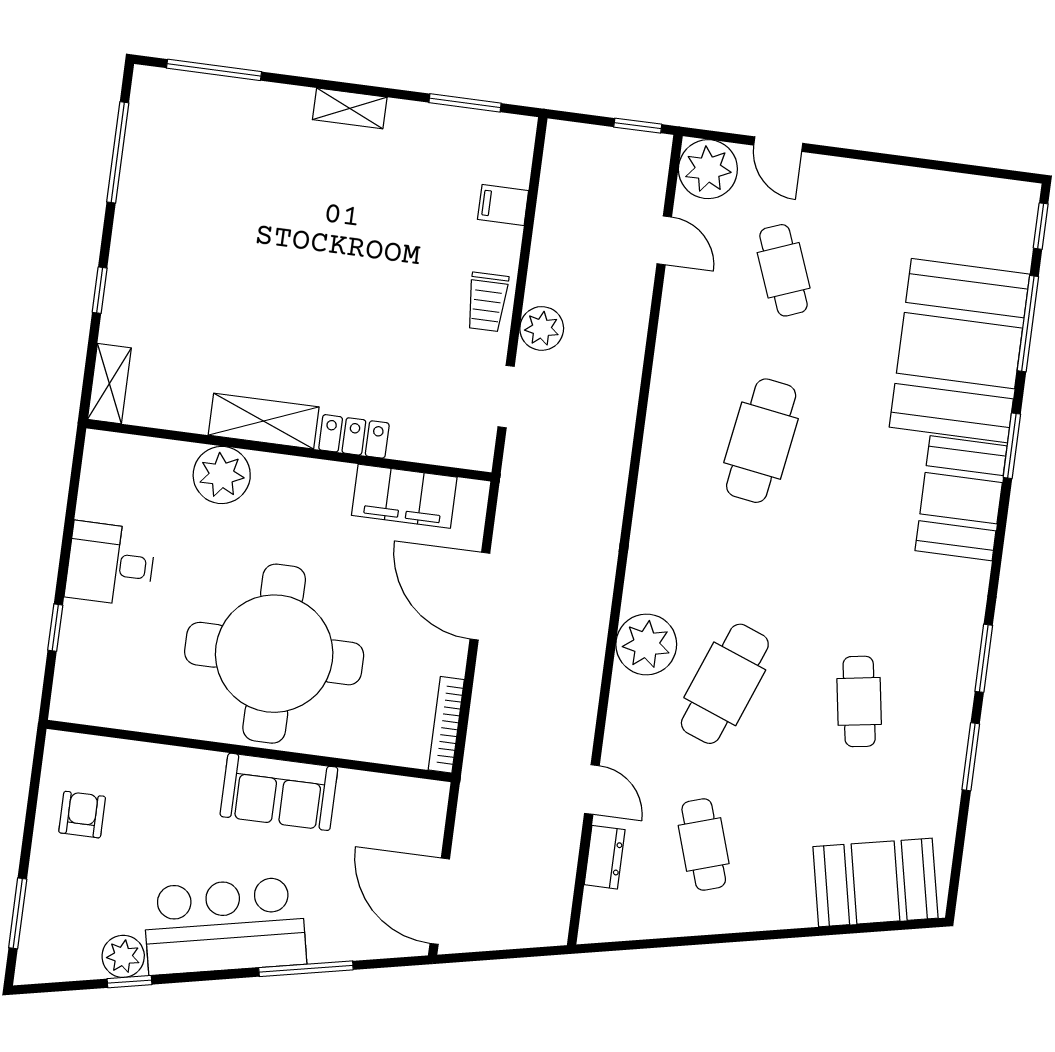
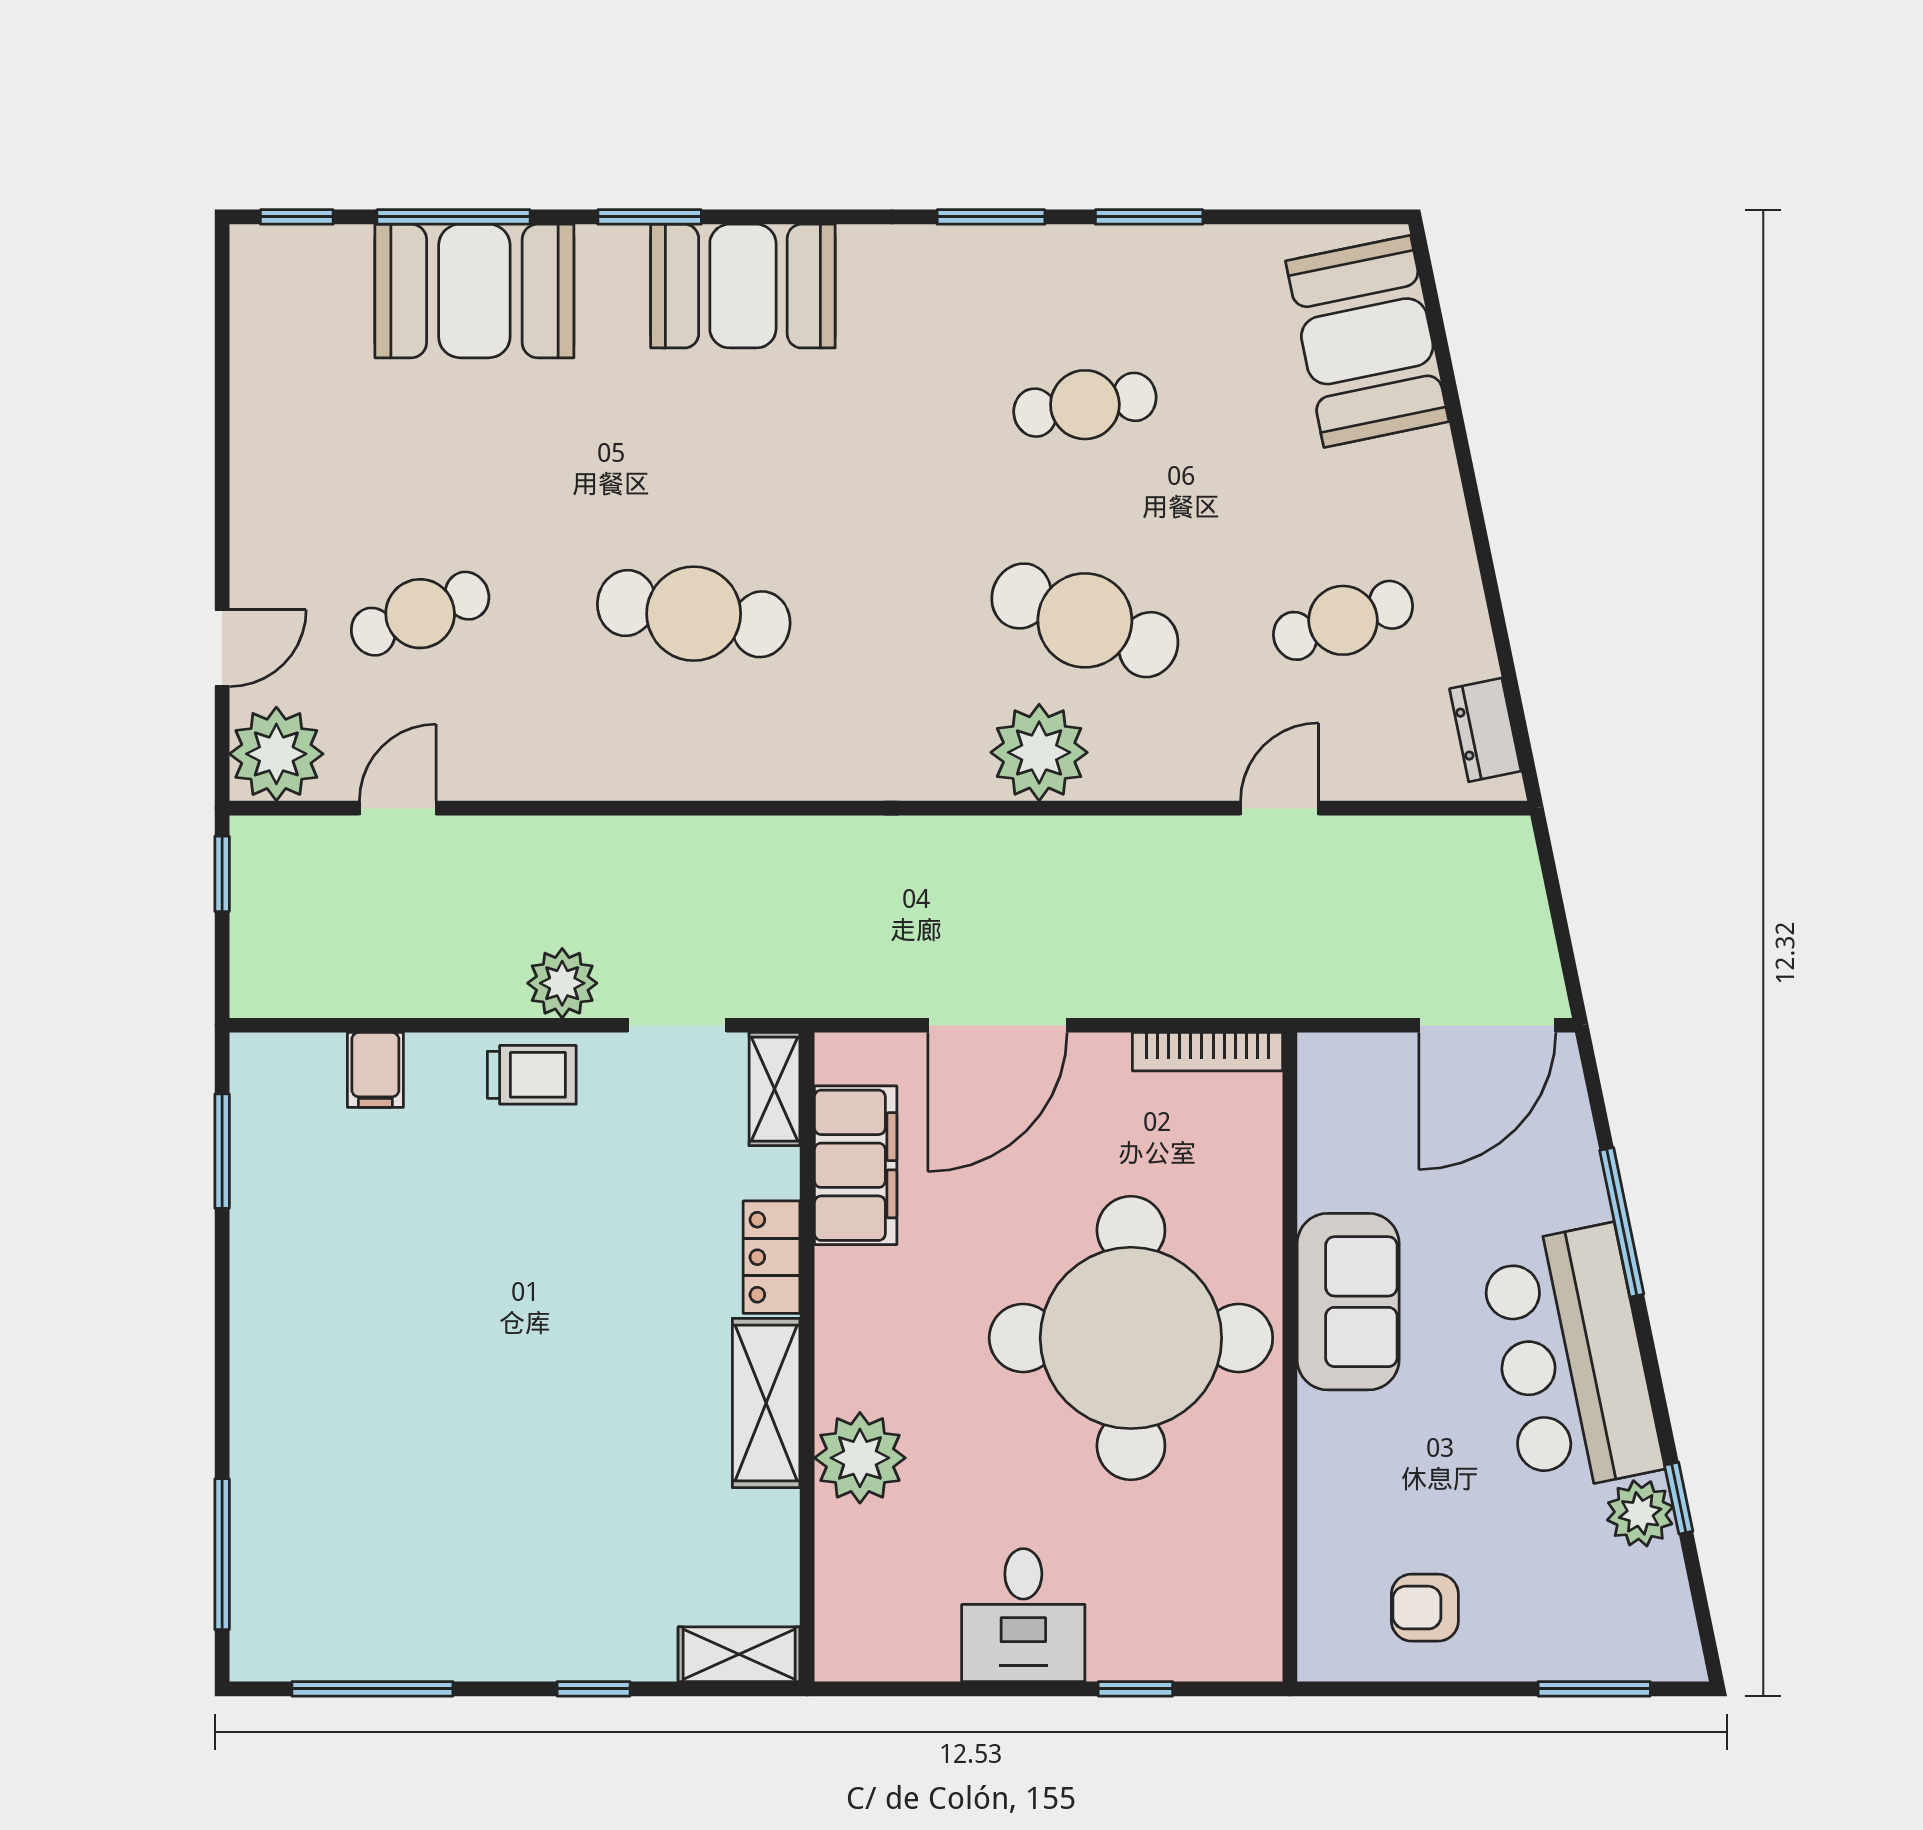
shelving: (350, 108) -> (775, 1089), moved
booth: (959, 351) -> (474, 291), width x0.73, depth x0.70
dresser: (605, 857) -> (1485, 730), moved, turned -102

